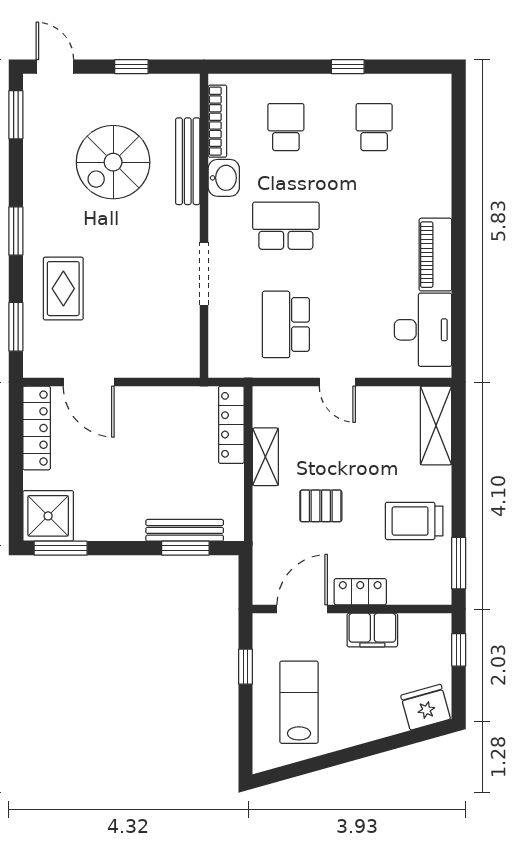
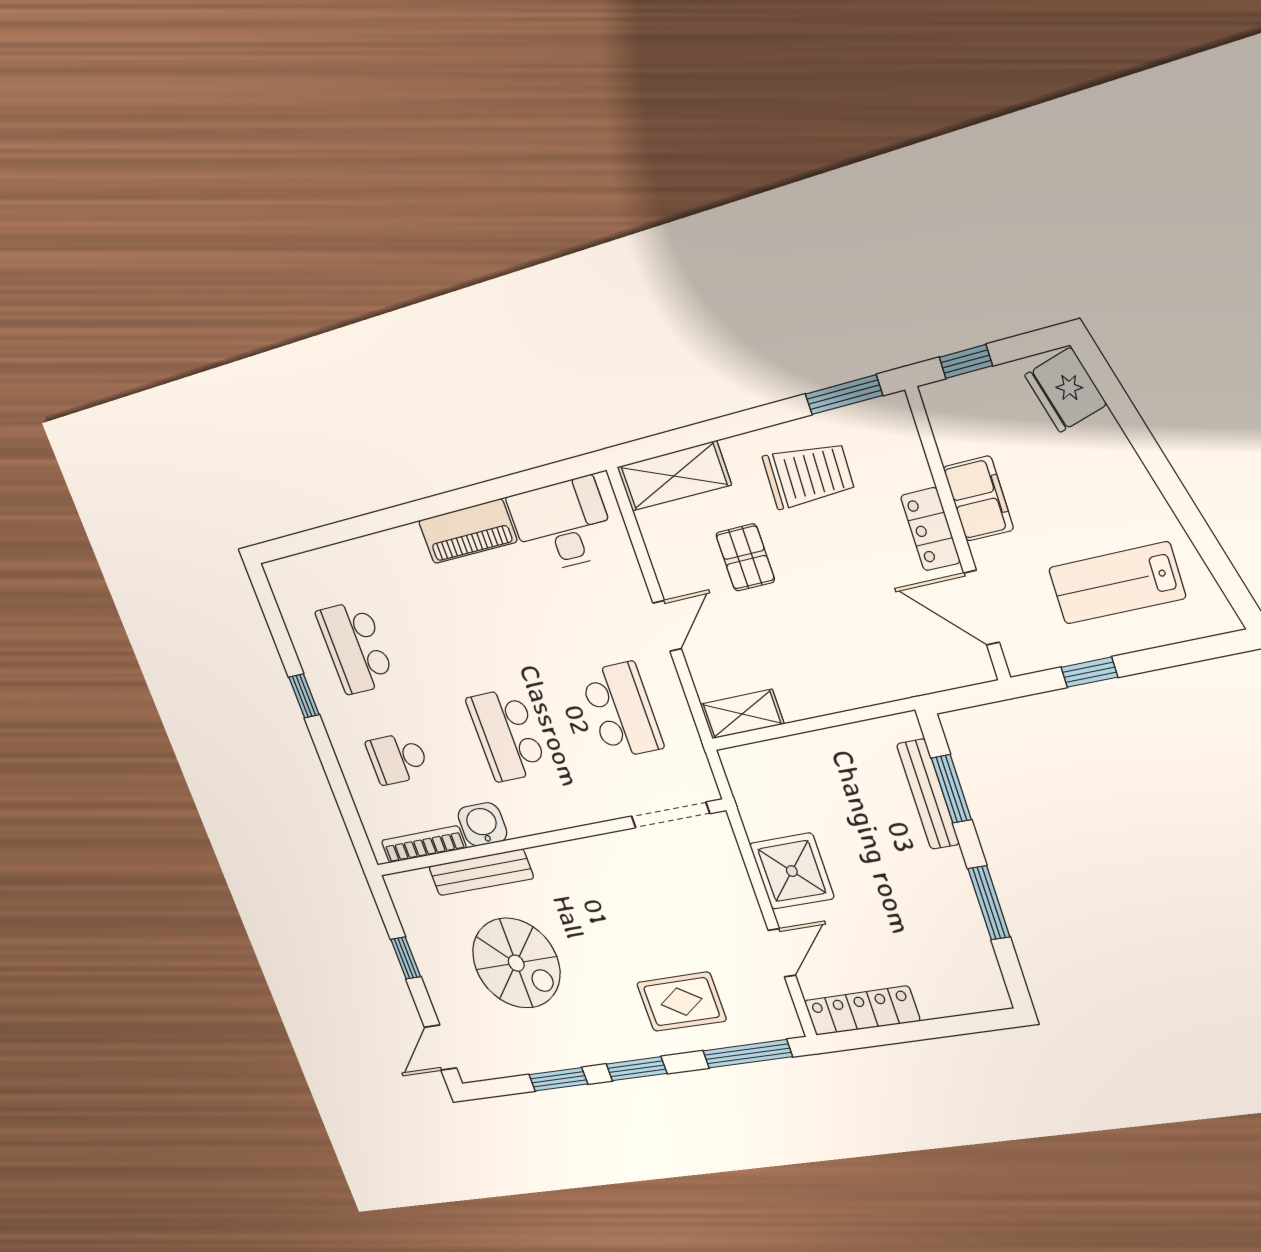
window: (16, 115) -> (558, 1079), moved
school desk: (374, 127) -> (355, 648), width x1.85
doorway: (204, 274) -> (670, 815), moved
school desk: (286, 324) -> (622, 710), turned -90
window: (16, 327) -> (747, 1054), width x1.44
door: (89, 382) -> (782, 953), width x0.73
locker: (231, 425) -> (770, 757), removed
shelving: (265, 457) -> (742, 714), moved
pallet: (321, 506) -> (745, 557), moved
shower: (48, 516) -> (792, 871), moved
trolley: (414, 521) -> (808, 475), turned -88
window: (61, 548) -> (989, 903), moved

